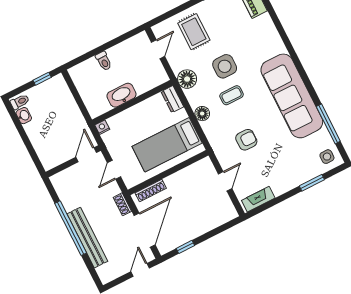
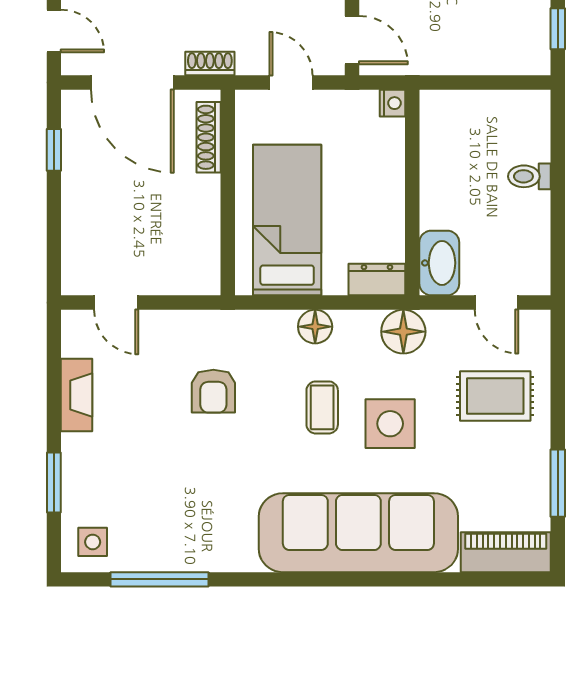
washbasin: (122, 95) -> (439, 263), moved
sofa: (292, 96) -> (358, 533), moved
door: (225, 181) -> (116, 303), moved
fireplace: (258, 199) -> (77, 395), moved

